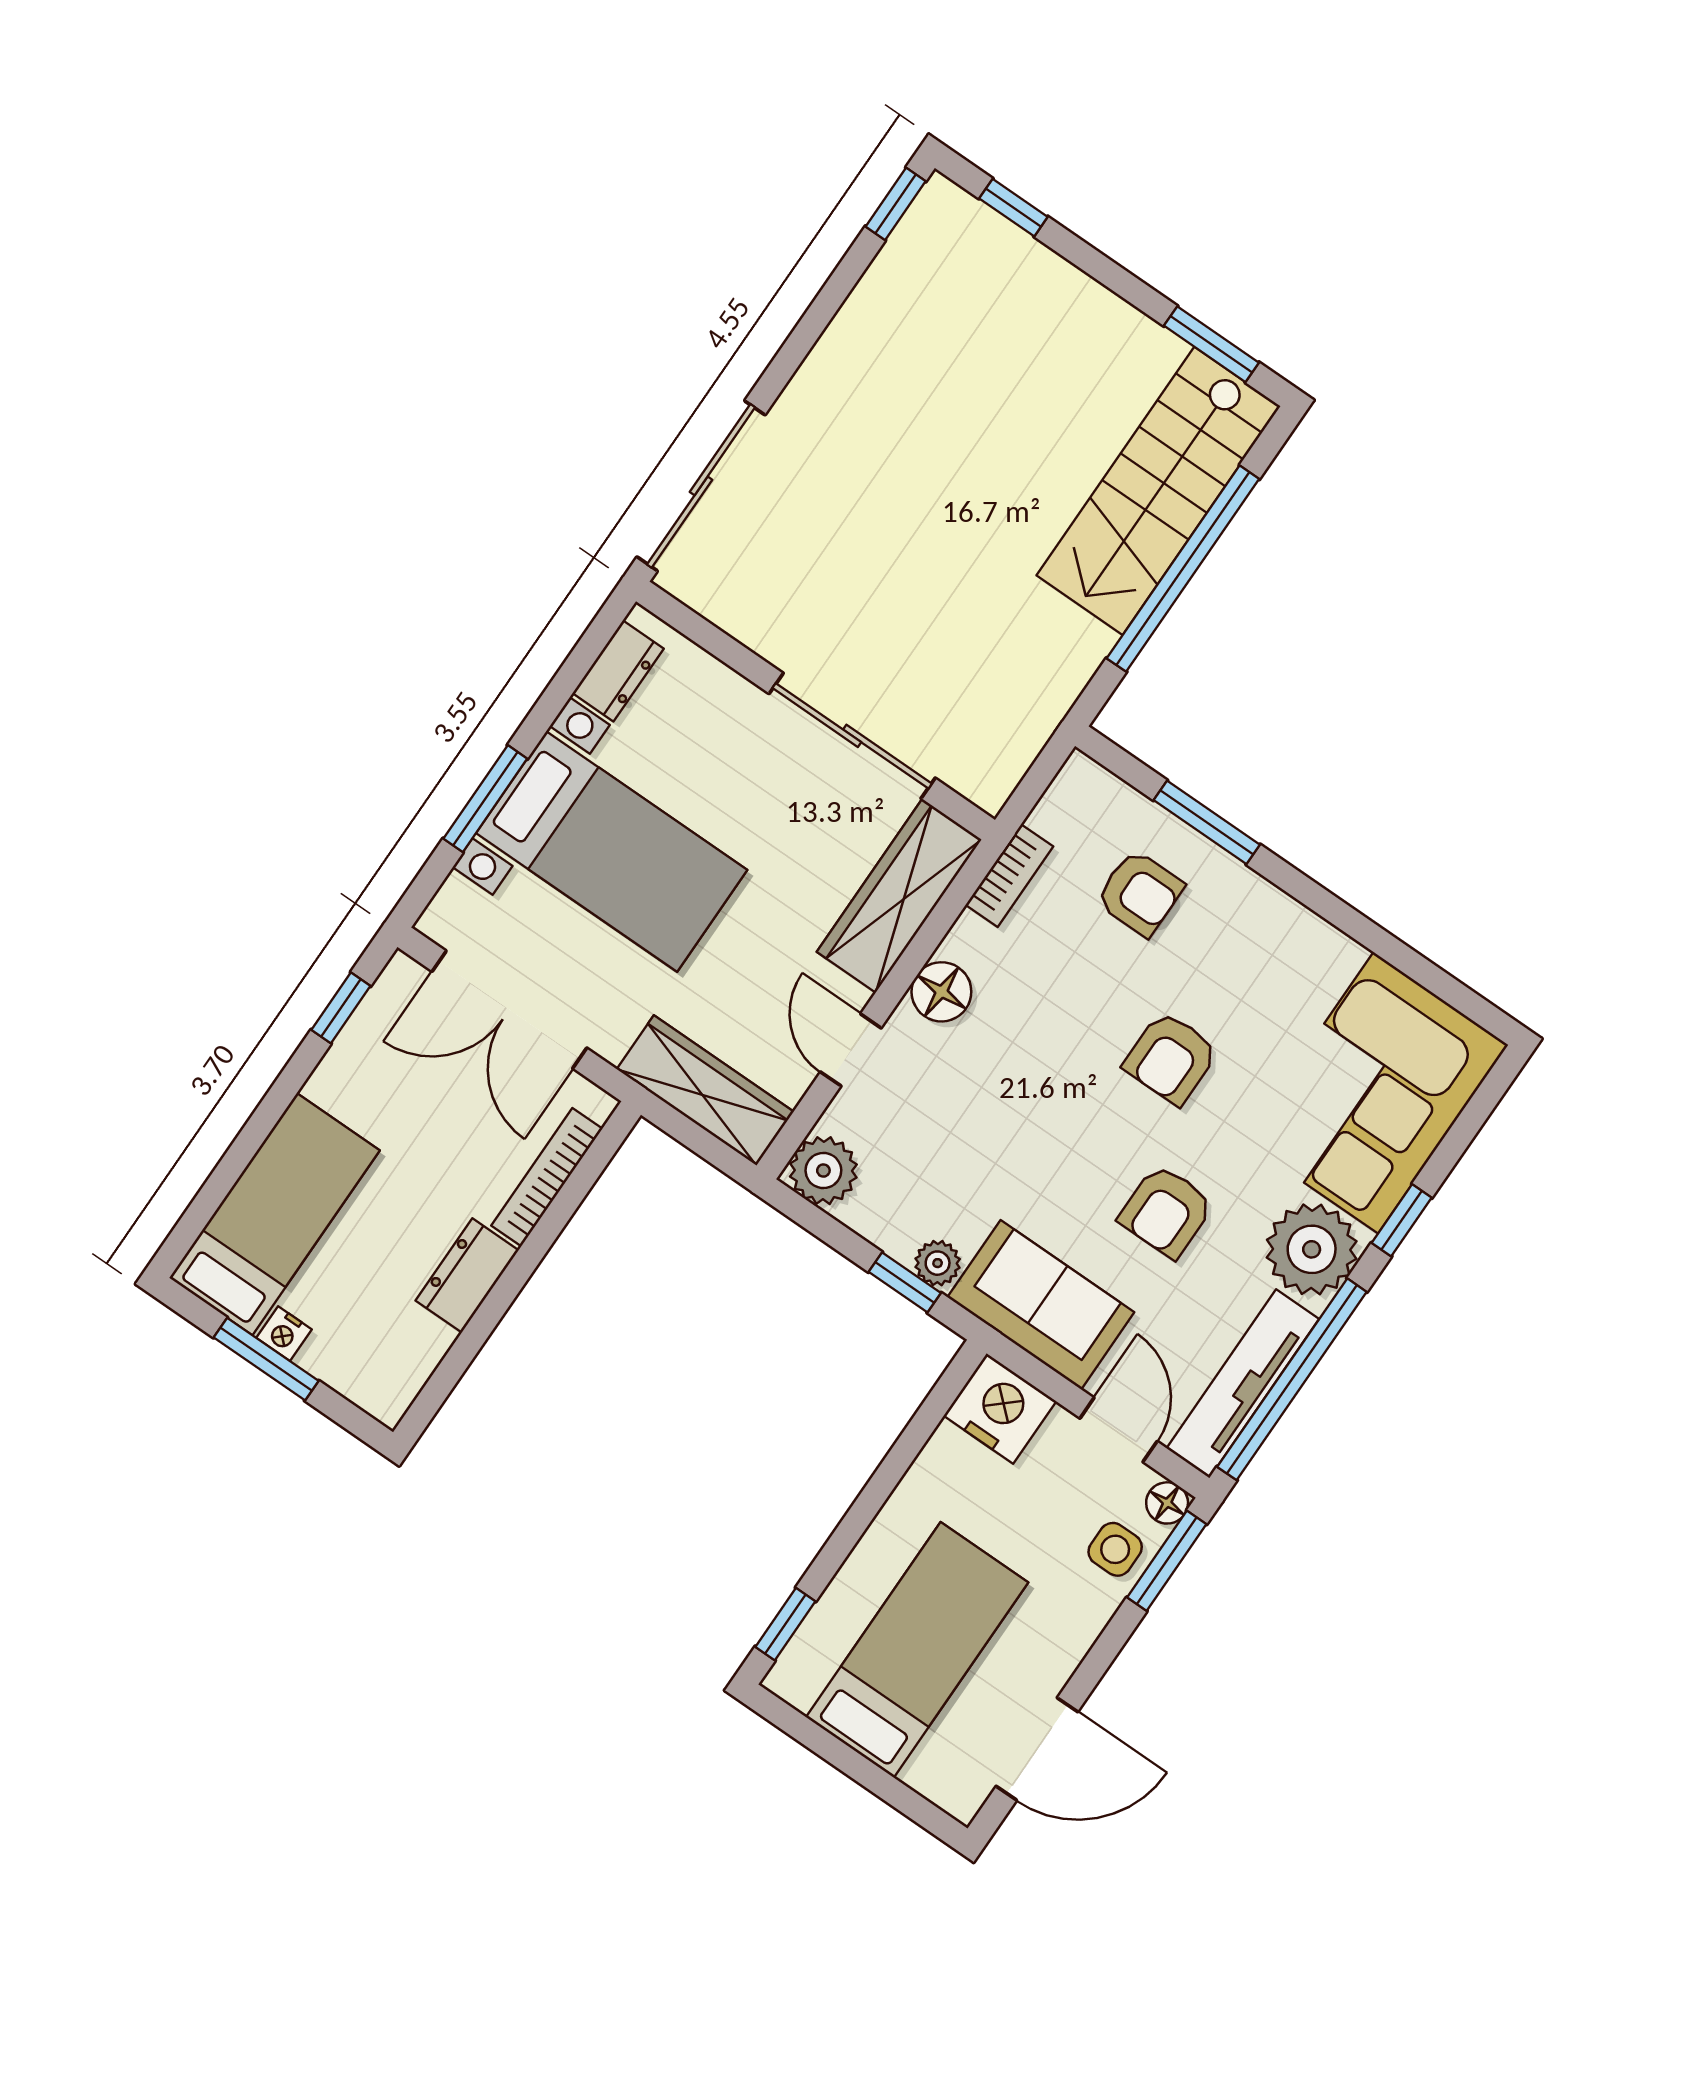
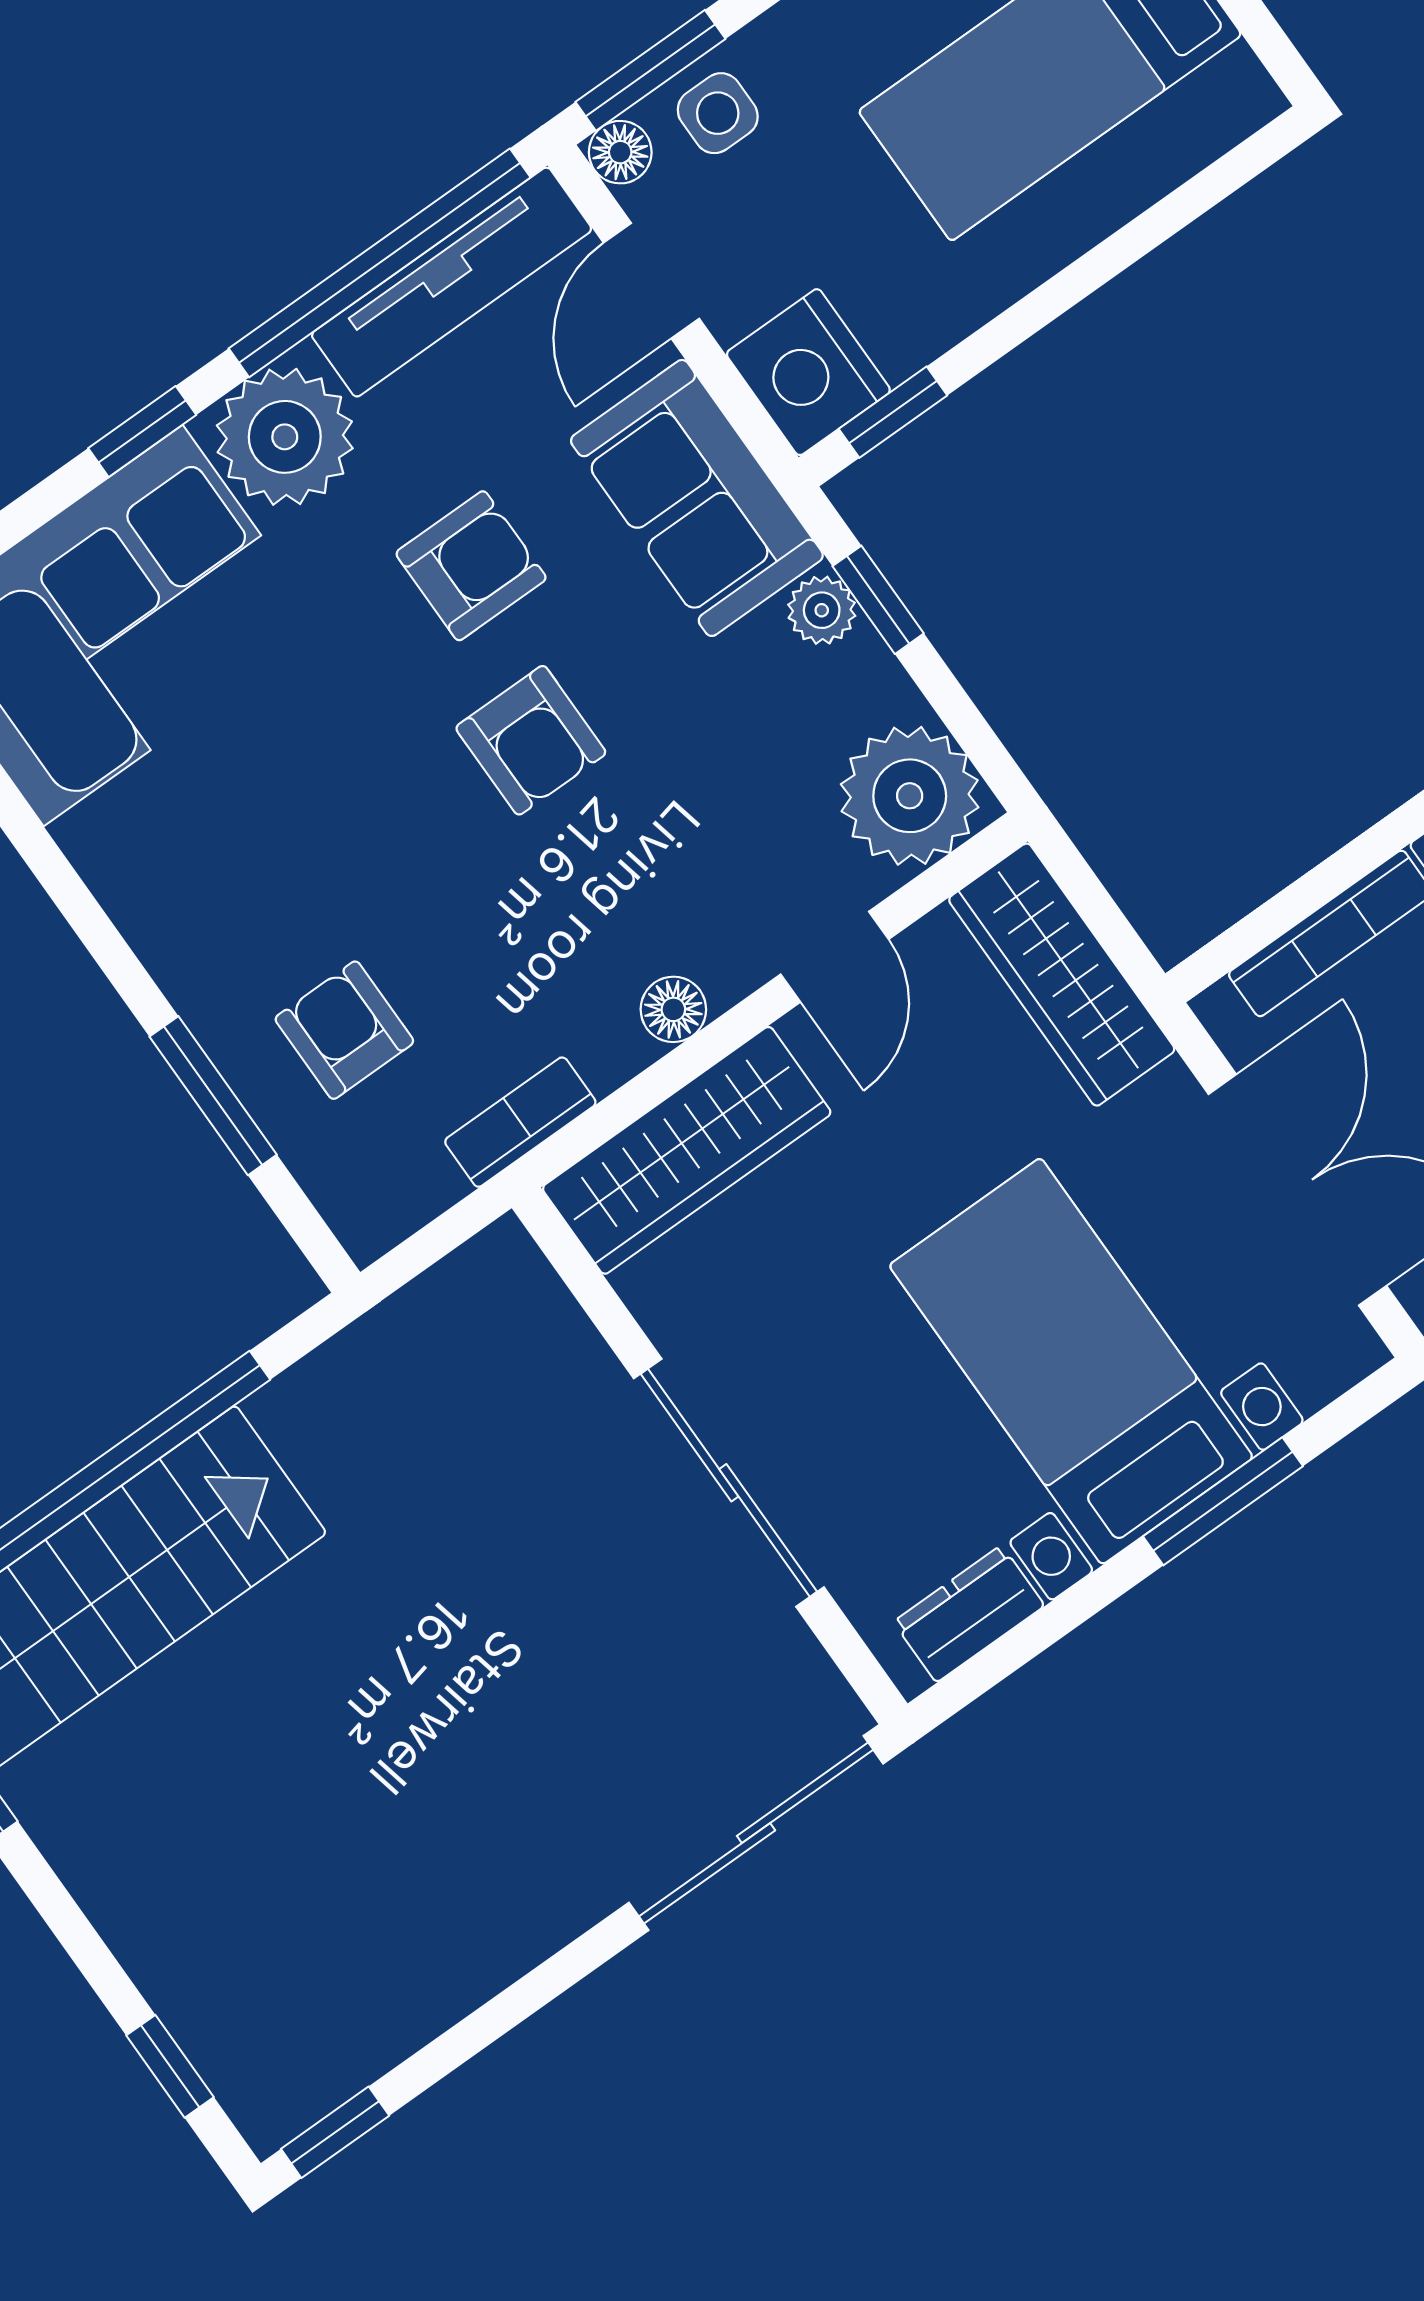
sliding door: (852, 736) -> (729, 1483), moved
floor lamp: (941, 992) -> (673, 1009), width x0.73, depth x0.73
armchair: (1171, 1058) -> (531, 740), moved, turned 90
plant: (823, 1171) -> (910, 796), width x1.36, depth x1.36
window: (785, 1624) -> (893, 412), moved

